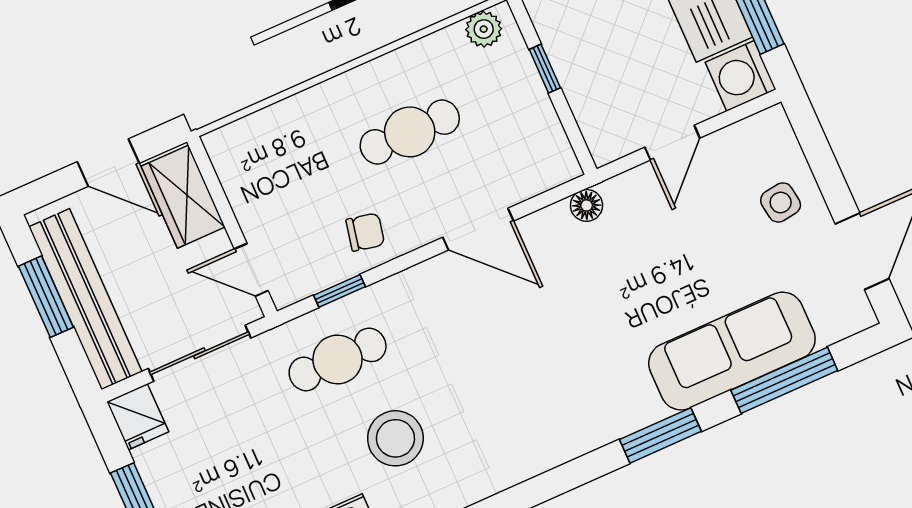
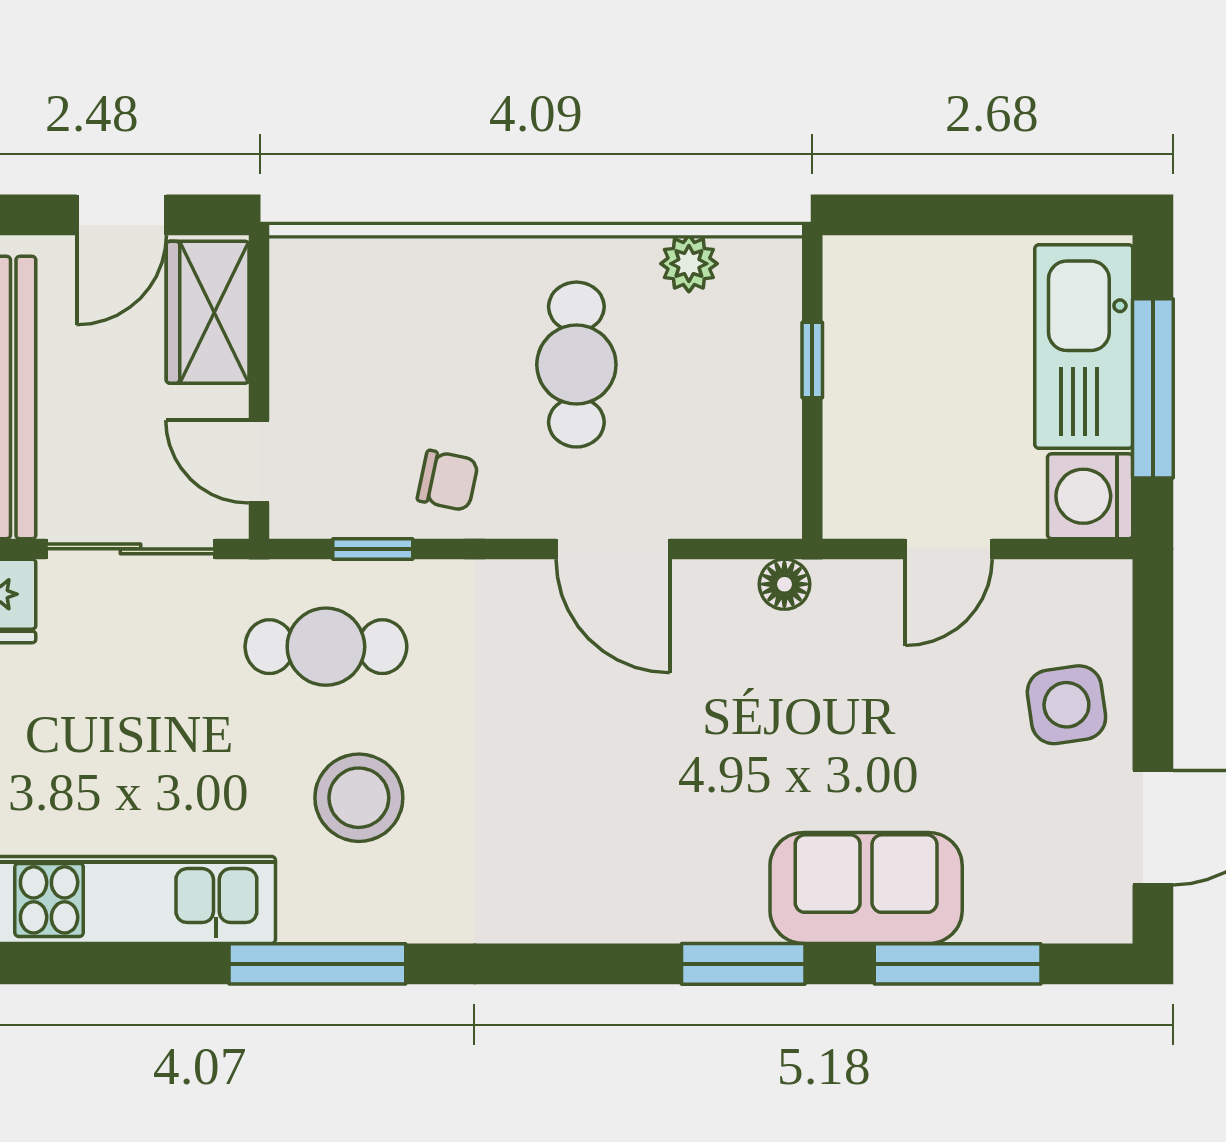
plant: (484, 29) -> (689, 264), moved
cafe table: (410, 132) -> (576, 365), turned 90
door: (108, 163) -> (121, 215), hinge flipped
side table: (781, 202) -> (1066, 705), width x1.37, depth x1.37
sofa: (732, 351) -> (866, 888), width x0.73

